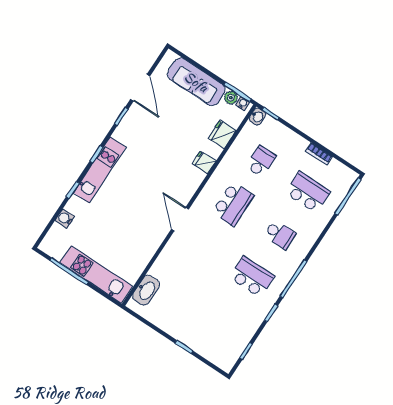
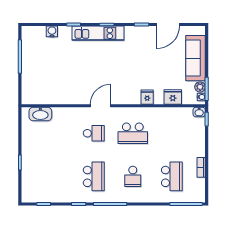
school desk: (261, 161) -> (94, 133), moved
kitchen unit: (96, 274) -> (29, 75), removed

